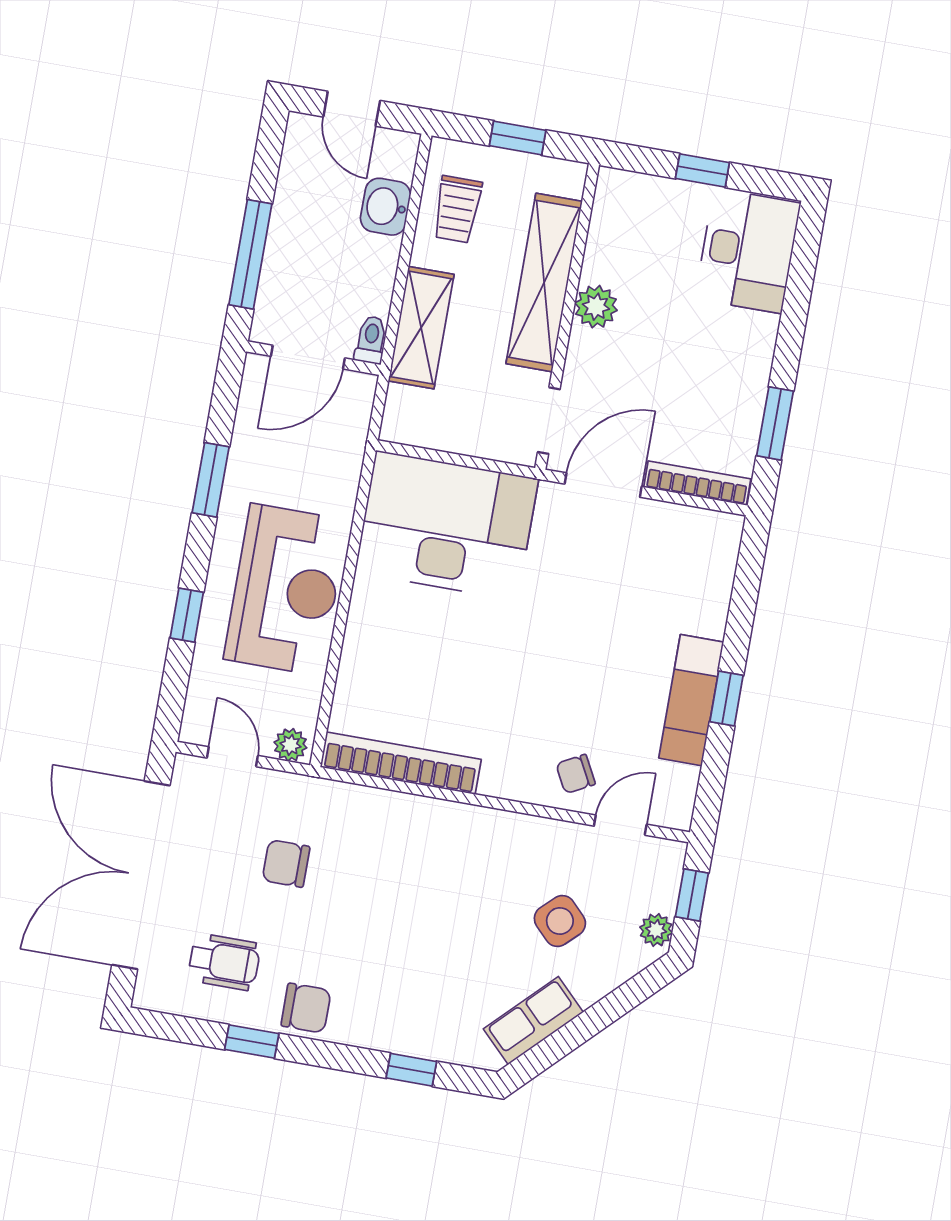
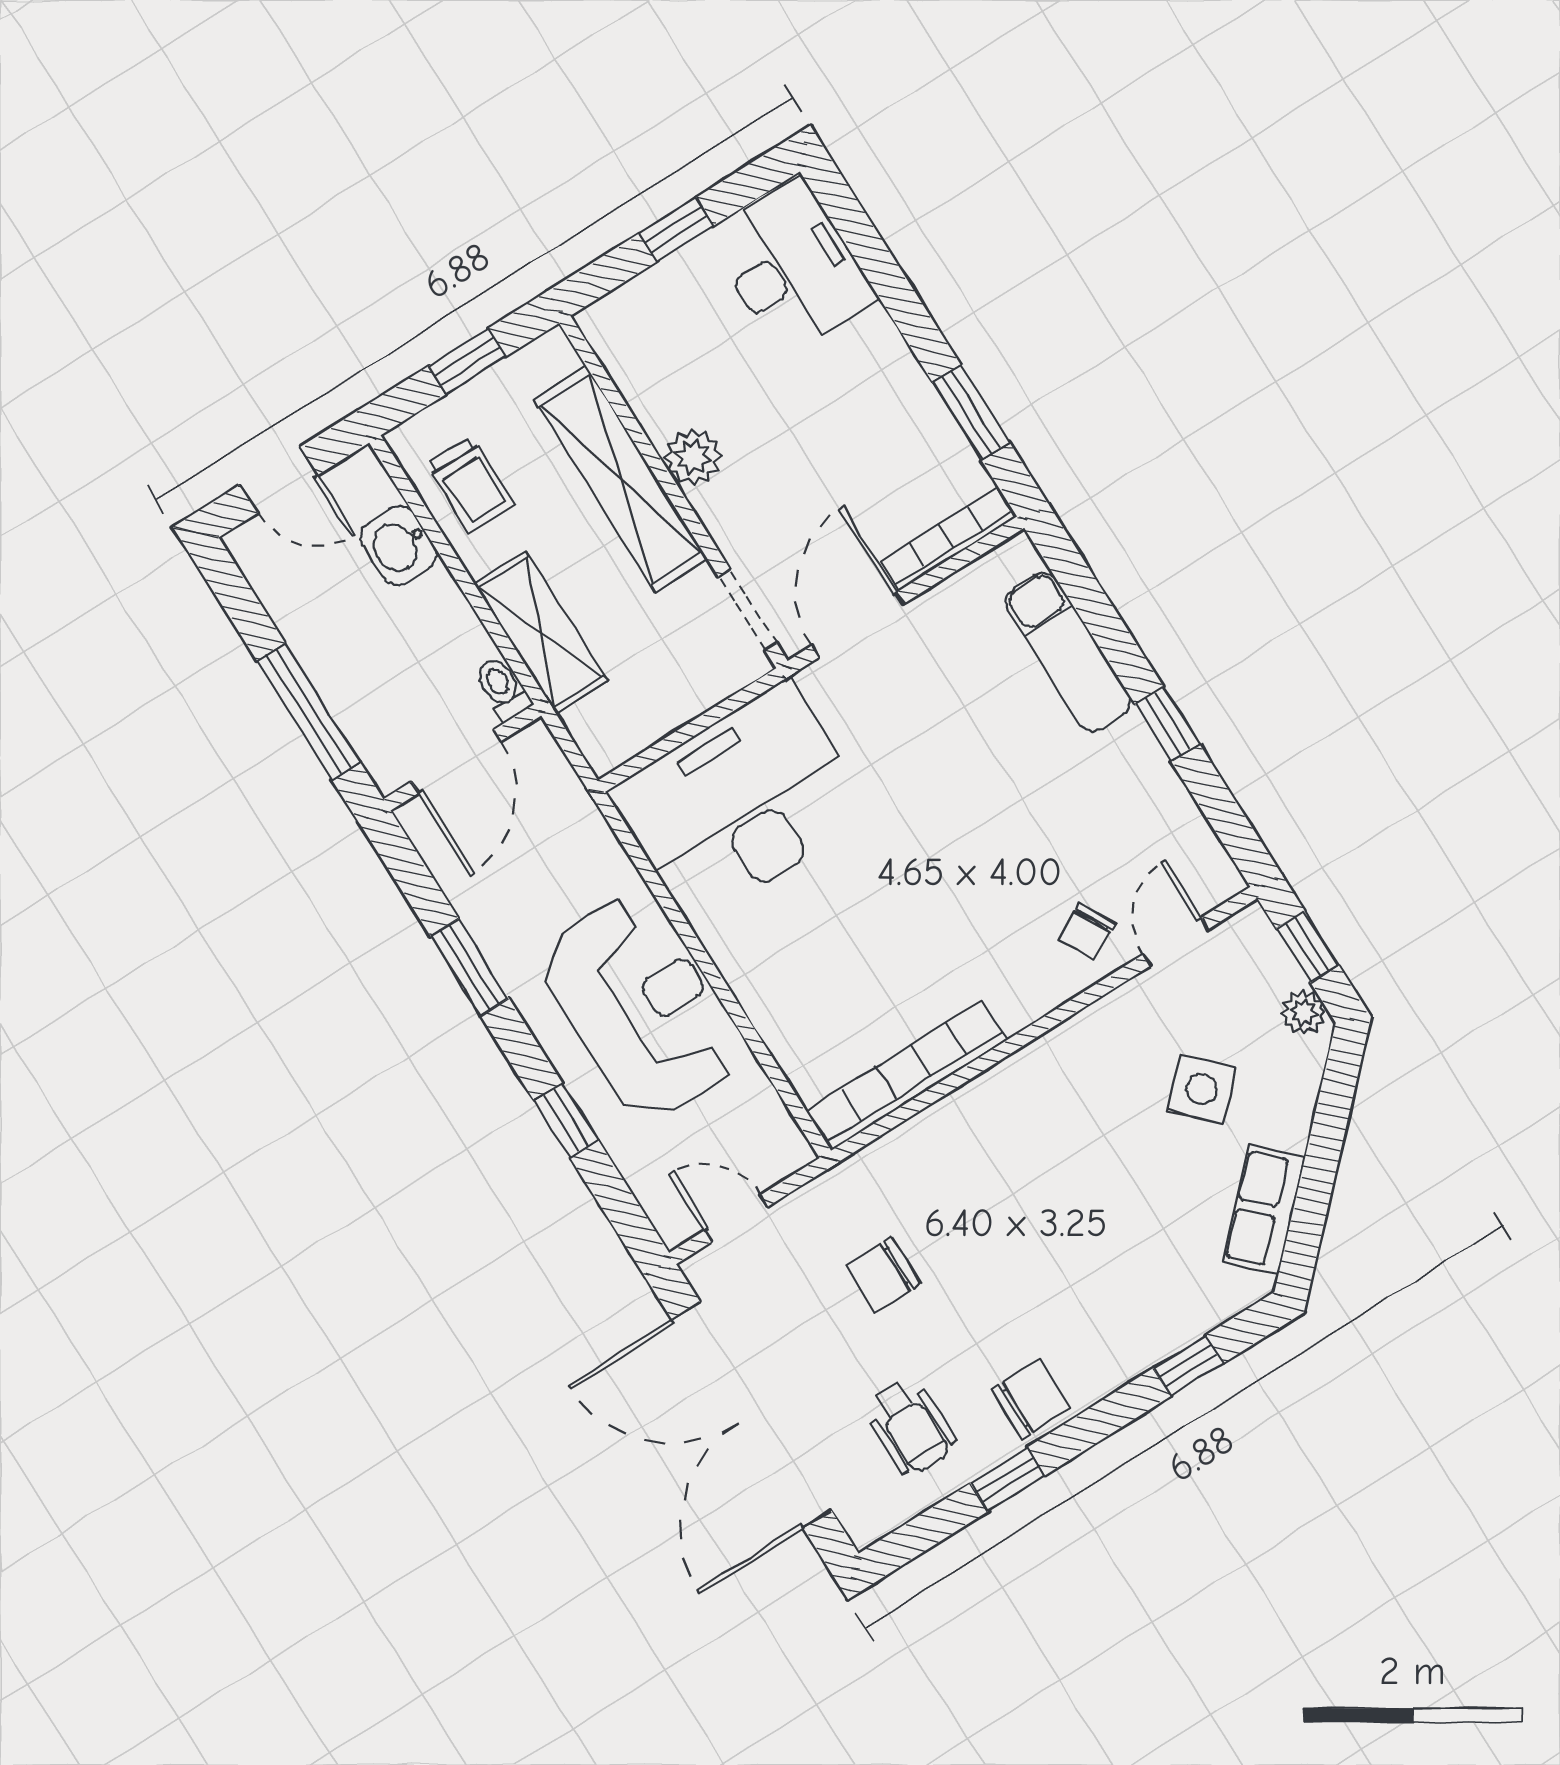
exam couch: (691, 700) -> (1068, 652), moved
plant: (290, 745) -> (782, 1155), removed
wheelchair: (224, 962) -> (910, 1426), turned 90

